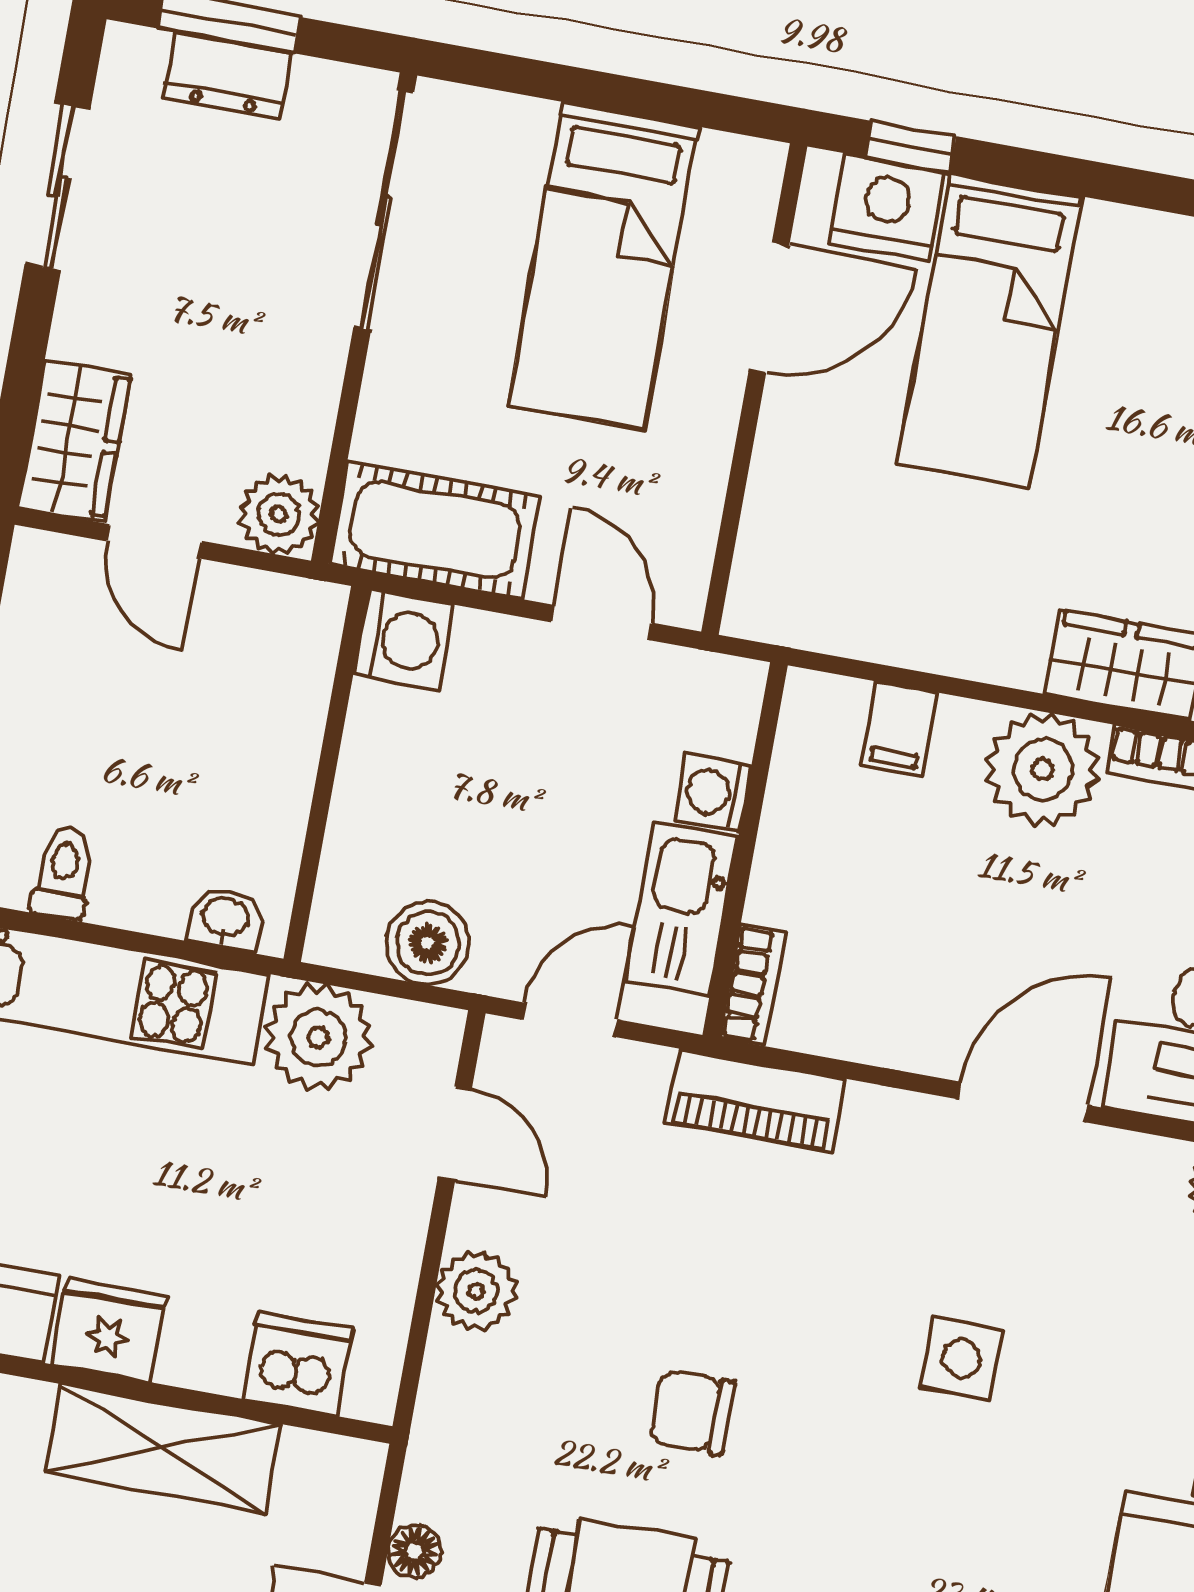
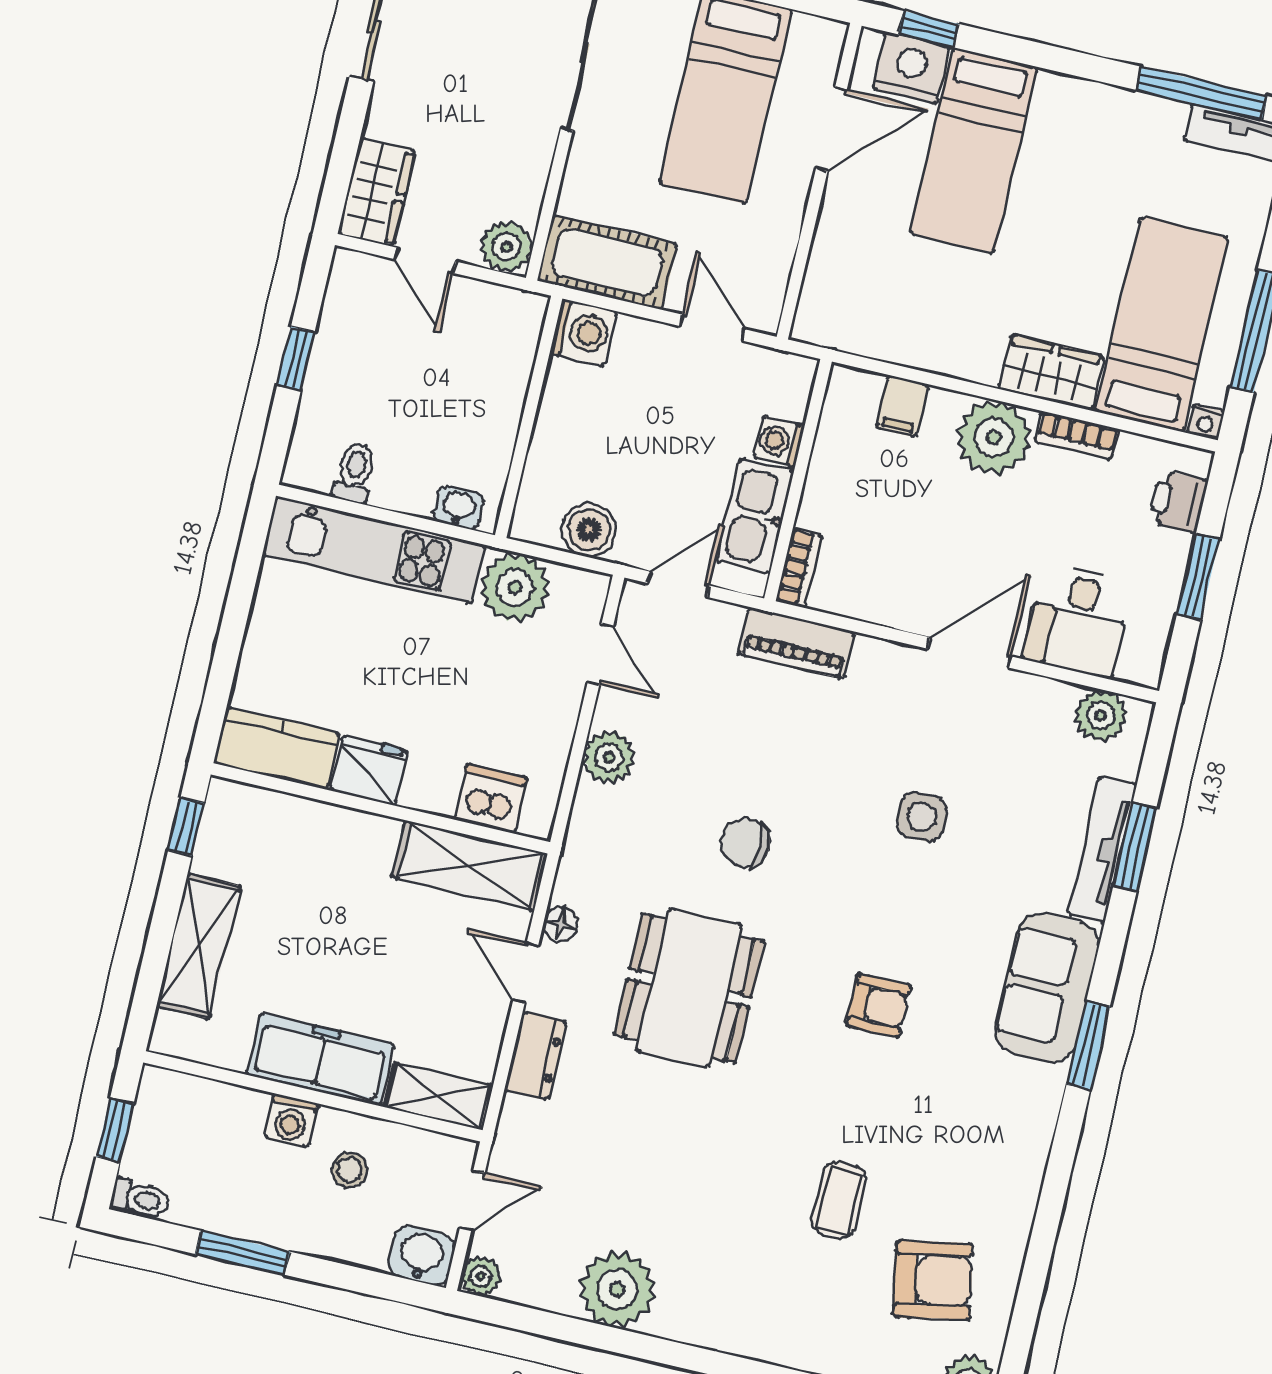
shelving: (163, 1448) -> (470, 865), moved

